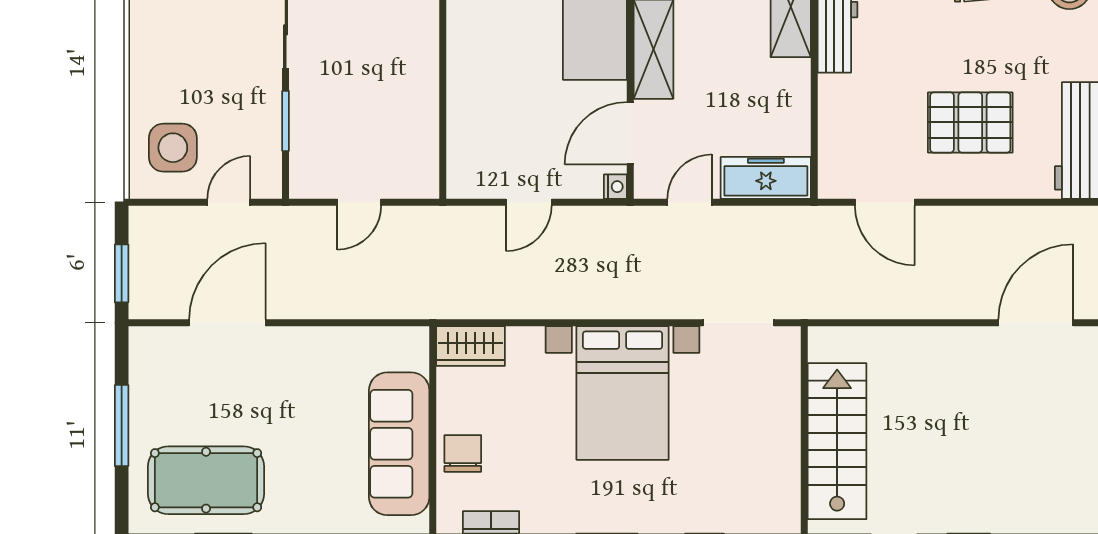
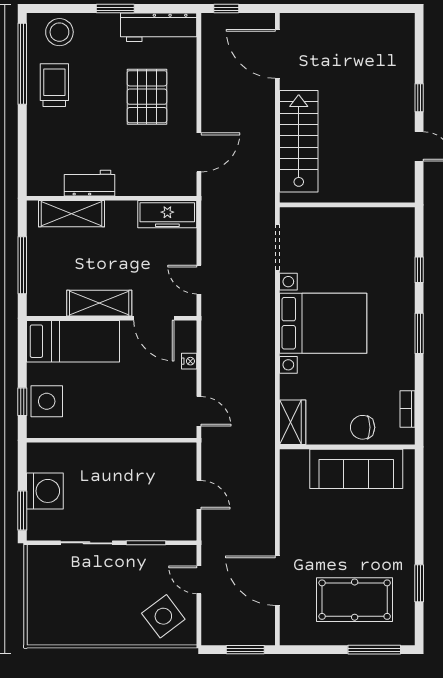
side table: (173, 148) -> (163, 616), turned -37
freezer: (766, 178) -> (167, 214), moved, turned -90
nightstand: (615, 187) -> (189, 361), moved, turned 90
door: (529, 202) -> (199, 411), moved
window: (122, 426) -> (374, 650), moved
stairs: (837, 441) -> (299, 141), moved, turned 90
pool table: (206, 480) -> (355, 600), moved, turned 90

